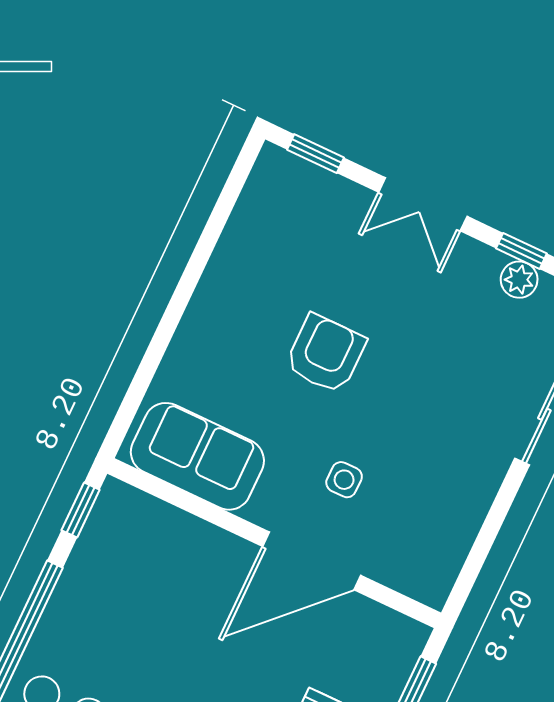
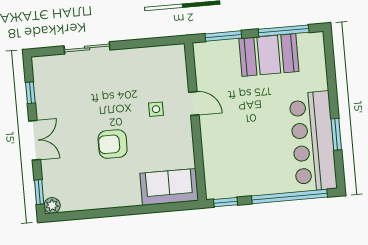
plant: (519, 280) -> (52, 205), moved
sofa: (197, 456) -> (169, 187), moved, turned 90
door: (312, 561) -> (194, 104), width x0.53

